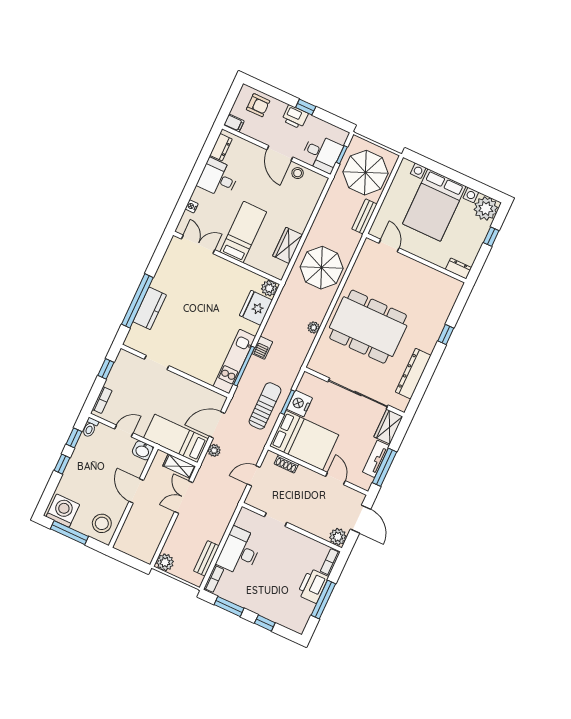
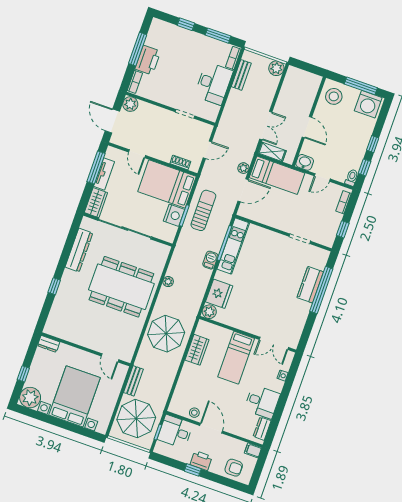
armchair: (258, 105) -> (234, 468), turned 180
sun lounger: (265, 406) -> (203, 210), turned 180

